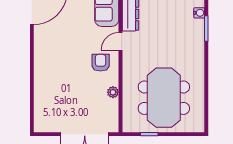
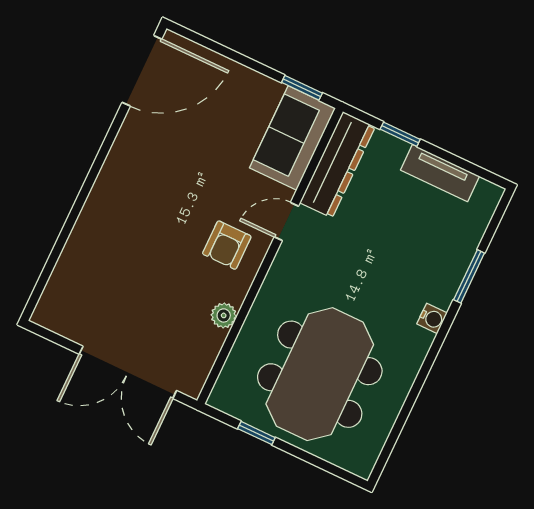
water cooler: (199, 13) -> (432, 318), moved
armchair: (101, 63) -> (227, 245), turned 180

